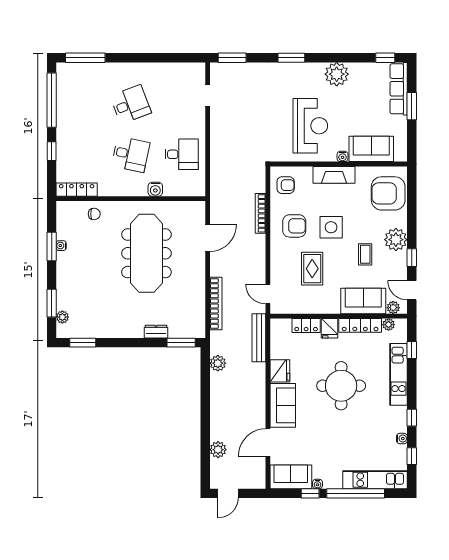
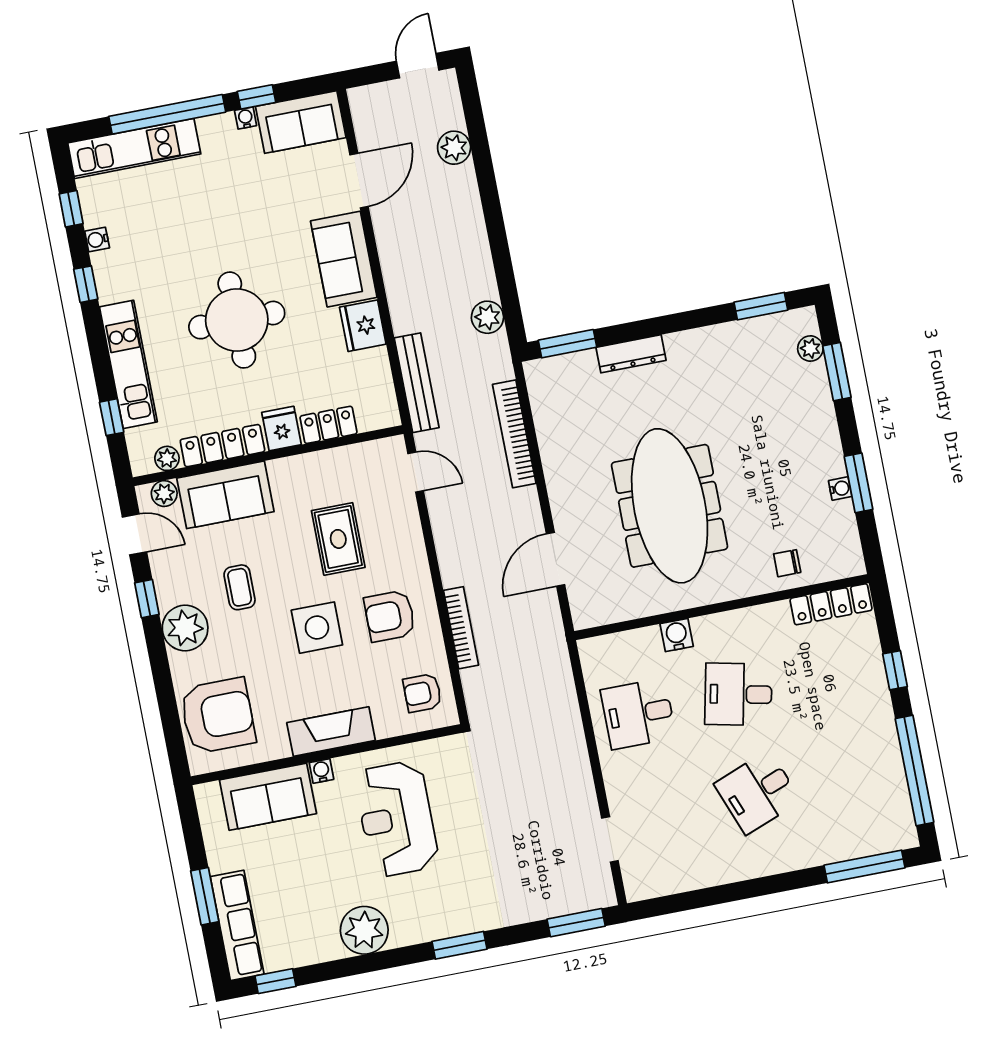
dresser: (156, 332) -> (631, 354), width x1.44

